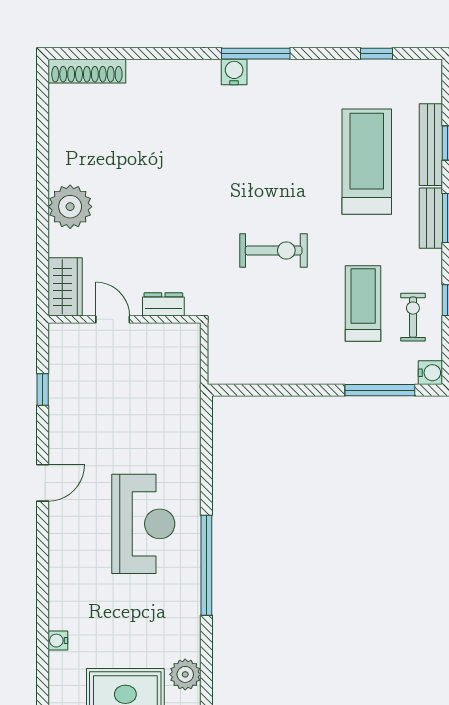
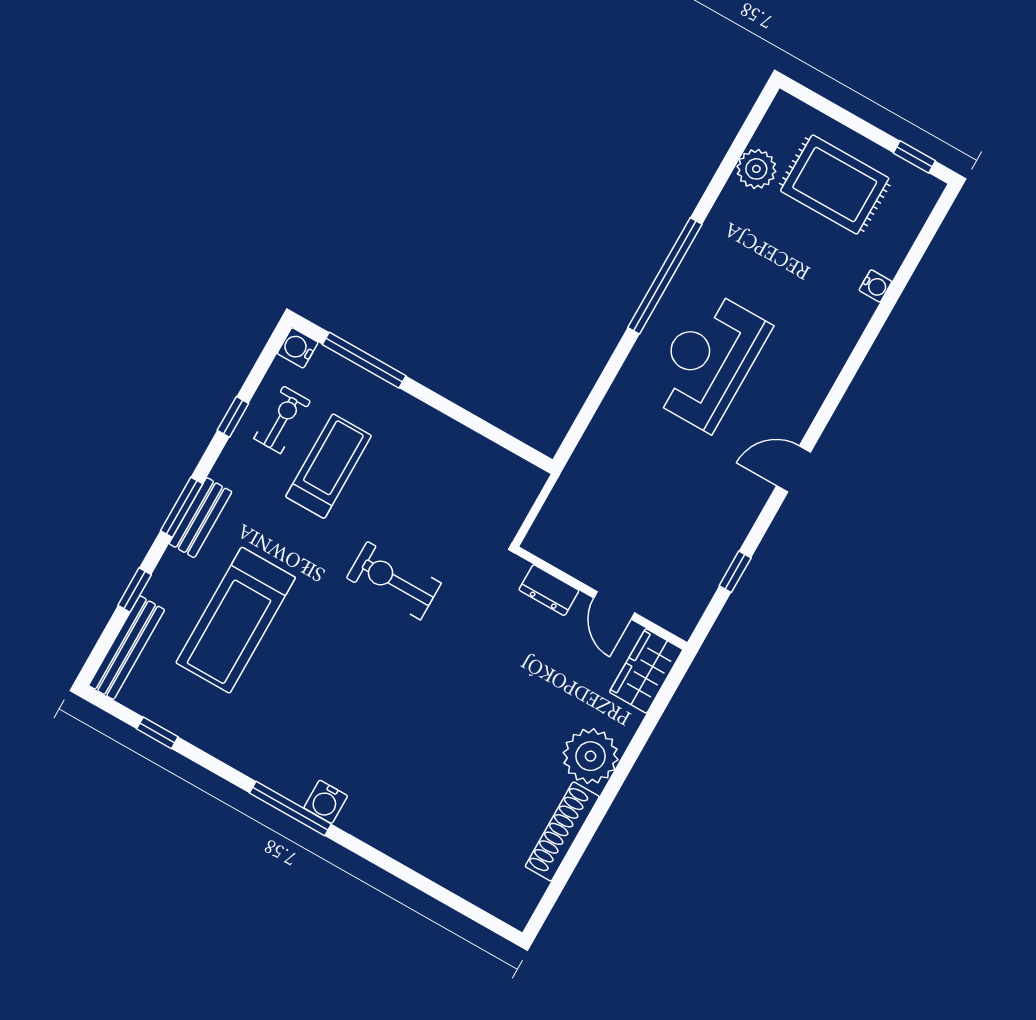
shoe rack: (87, 71) -> (562, 831), moved, turned -90
bench: (431, 145) -> (127, 648), moved
treadmill: (363, 304) -> (329, 466), turned 180
exercise bike: (413, 317) -> (282, 420), turned 180

